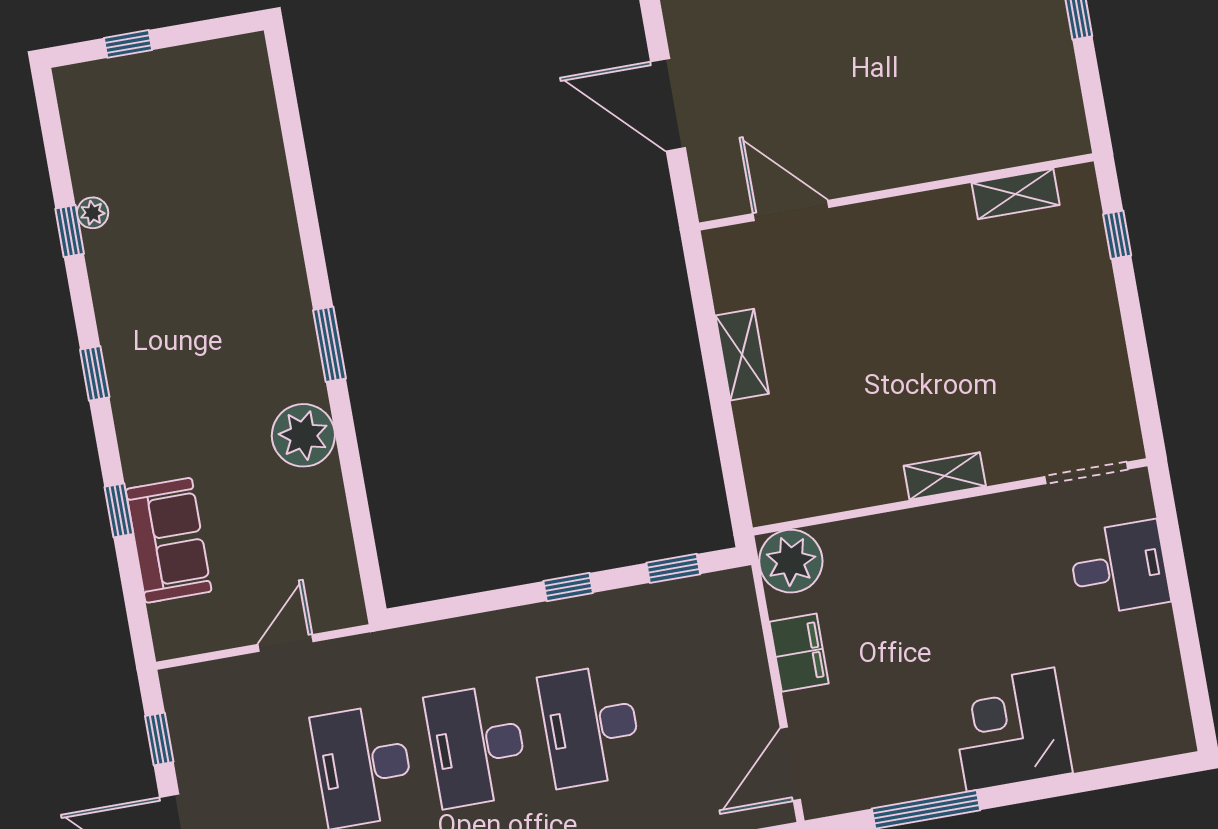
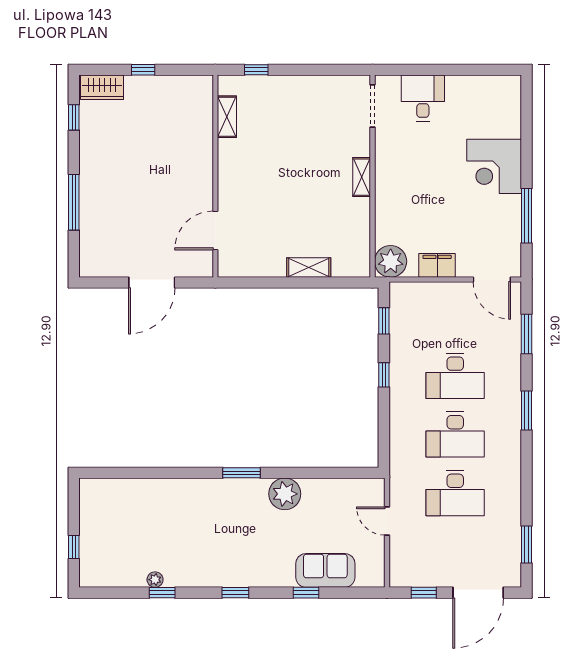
shelving: (742, 355) -> (309, 268), moved

